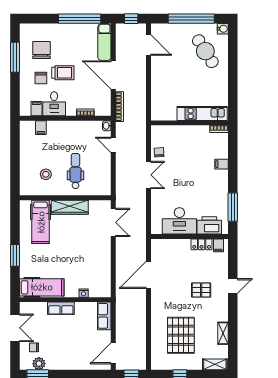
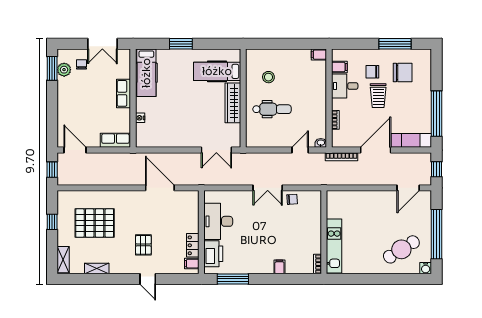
filing cabinet: (41, 128) -> (319, 55), moved

